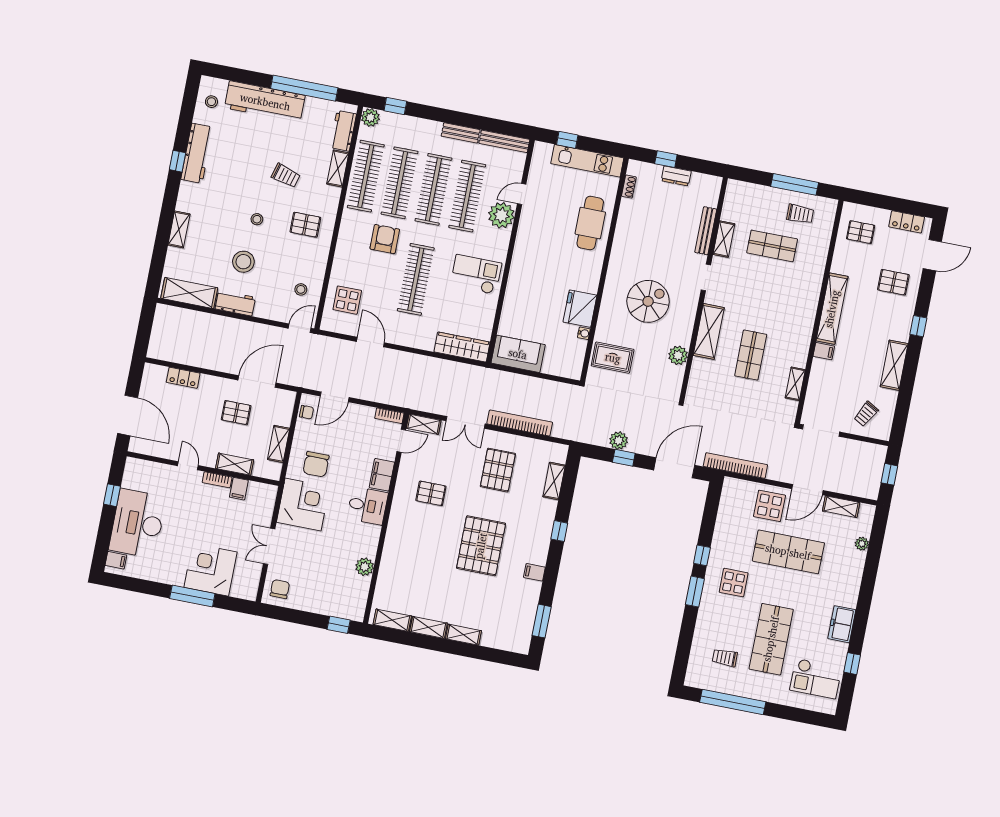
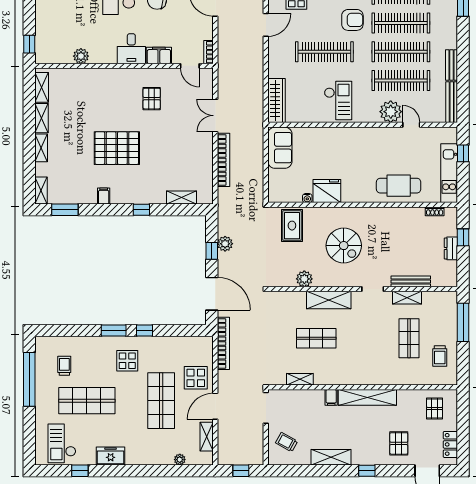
window: (795, 184) -> (463, 322), moved
shelving: (424, 424) -> (41, 191), moved
pallet: (498, 470) -> (181, 150), removed
door: (807, 490) -> (215, 406), hinge flipped

